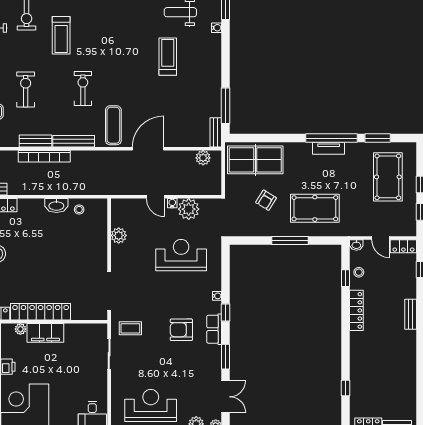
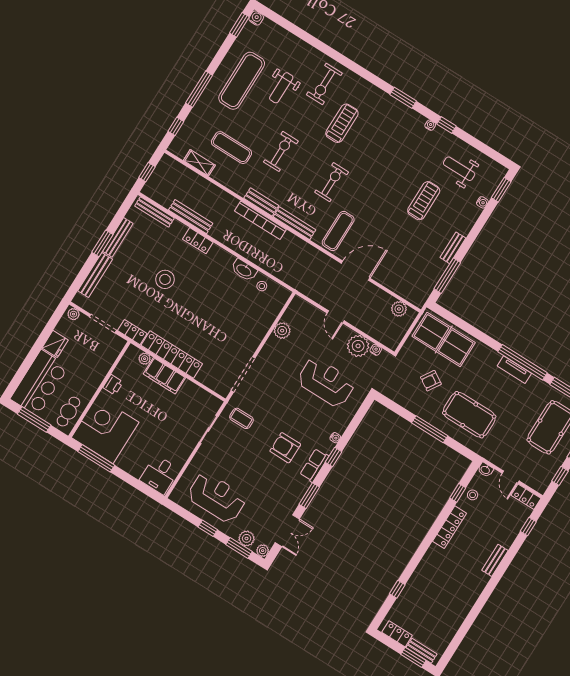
treadmill: (61, 35) -> (342, 123), turned 180
bench: (216, 132) -> (453, 248), moved
water cooler: (172, 203) -> (376, 350), moved

